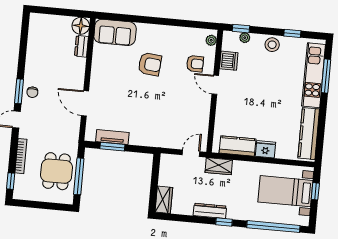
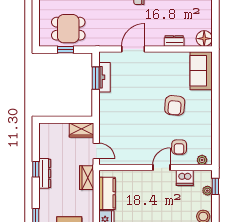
dresser: (82, 46) -> (174, 41), moved
window: (79, 176) -> (65, 50), width x0.46
wardrobe: (164, 200) -> (82, 130), moved
window: (224, 222) -> (36, 169), moved

